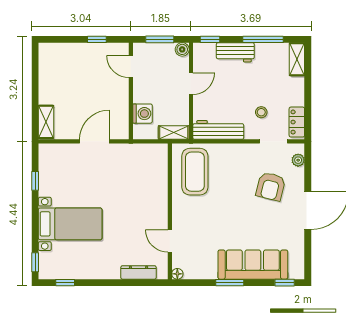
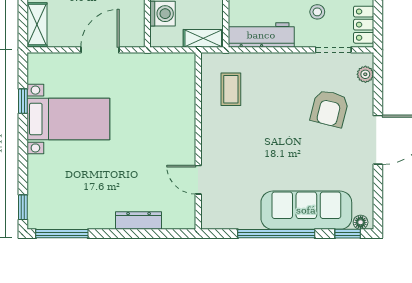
coffee table: (195, 172) -> (231, 89), width x0.54, depth x0.58
bed with nightstands: (70, 224) -> (68, 119), moved
dresser: (139, 272) -> (139, 221), moved
floor lamp: (177, 274) -> (361, 222), moved
window: (65, 283) -> (62, 234), width x2.17
window: (230, 283) -> (276, 234), width x2.11

